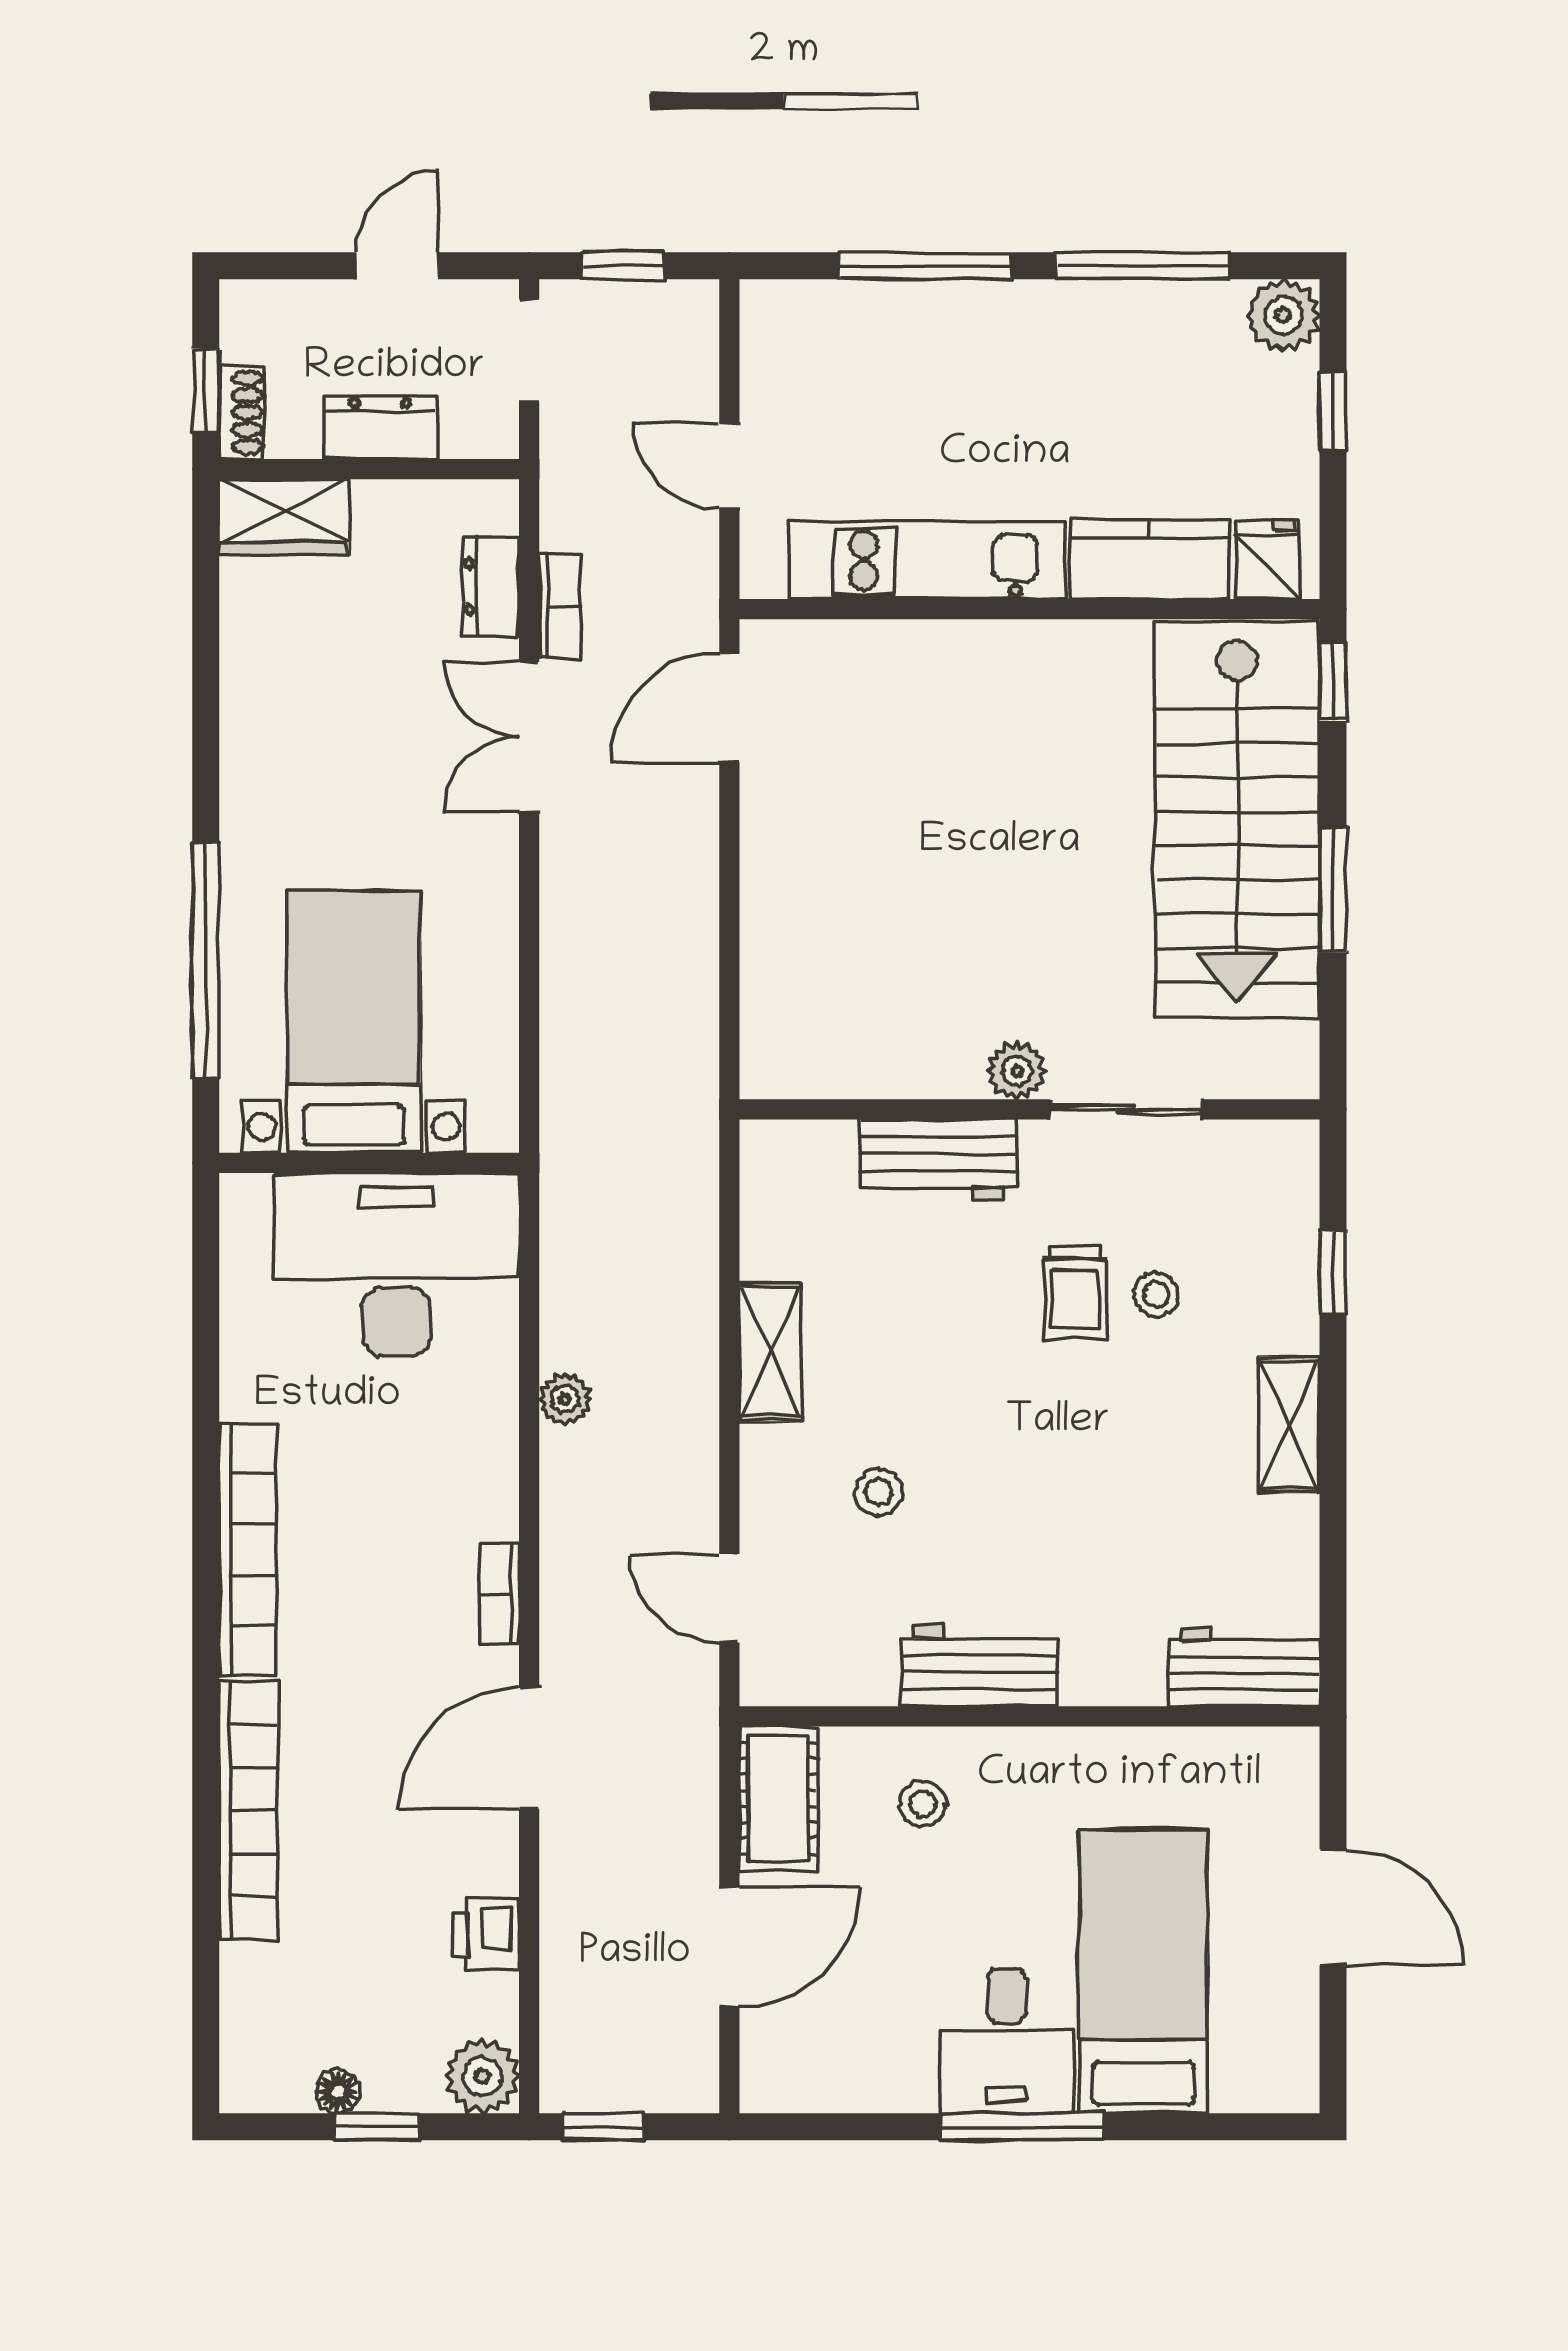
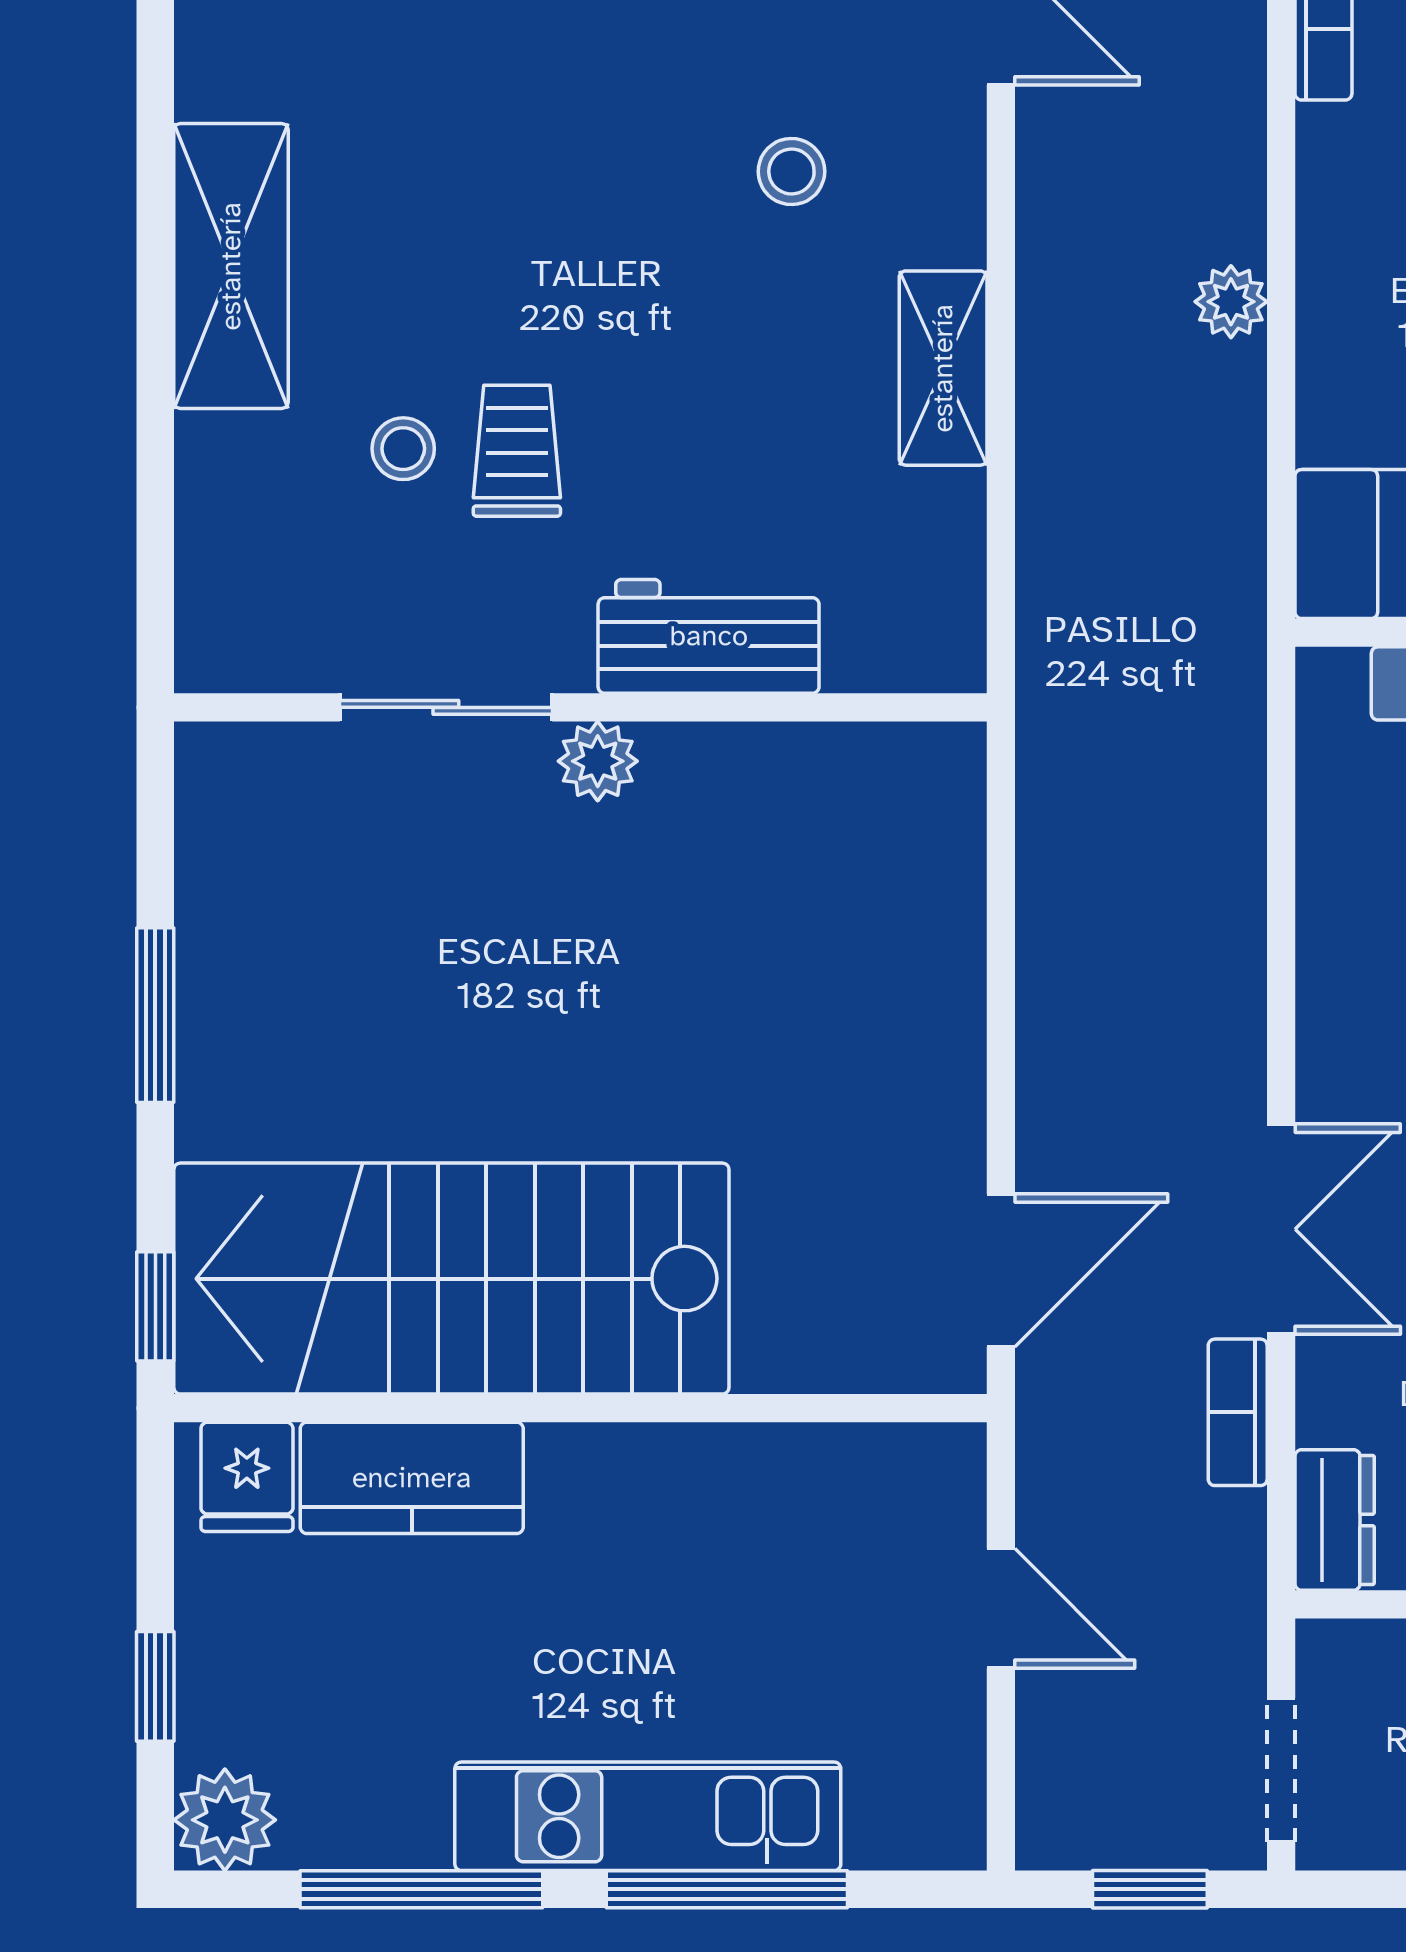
kitchen unit: (927, 560) -> (648, 1816), moved, turned 180
dresser: (491, 587) -> (1335, 1520), moved
stairs: (1237, 819) -> (451, 1279), moved, turned -90
window: (1333, 1273) -> (155, 479), removed
shelving: (1289, 1425) -> (231, 266), width x1.50, depth x1.33

